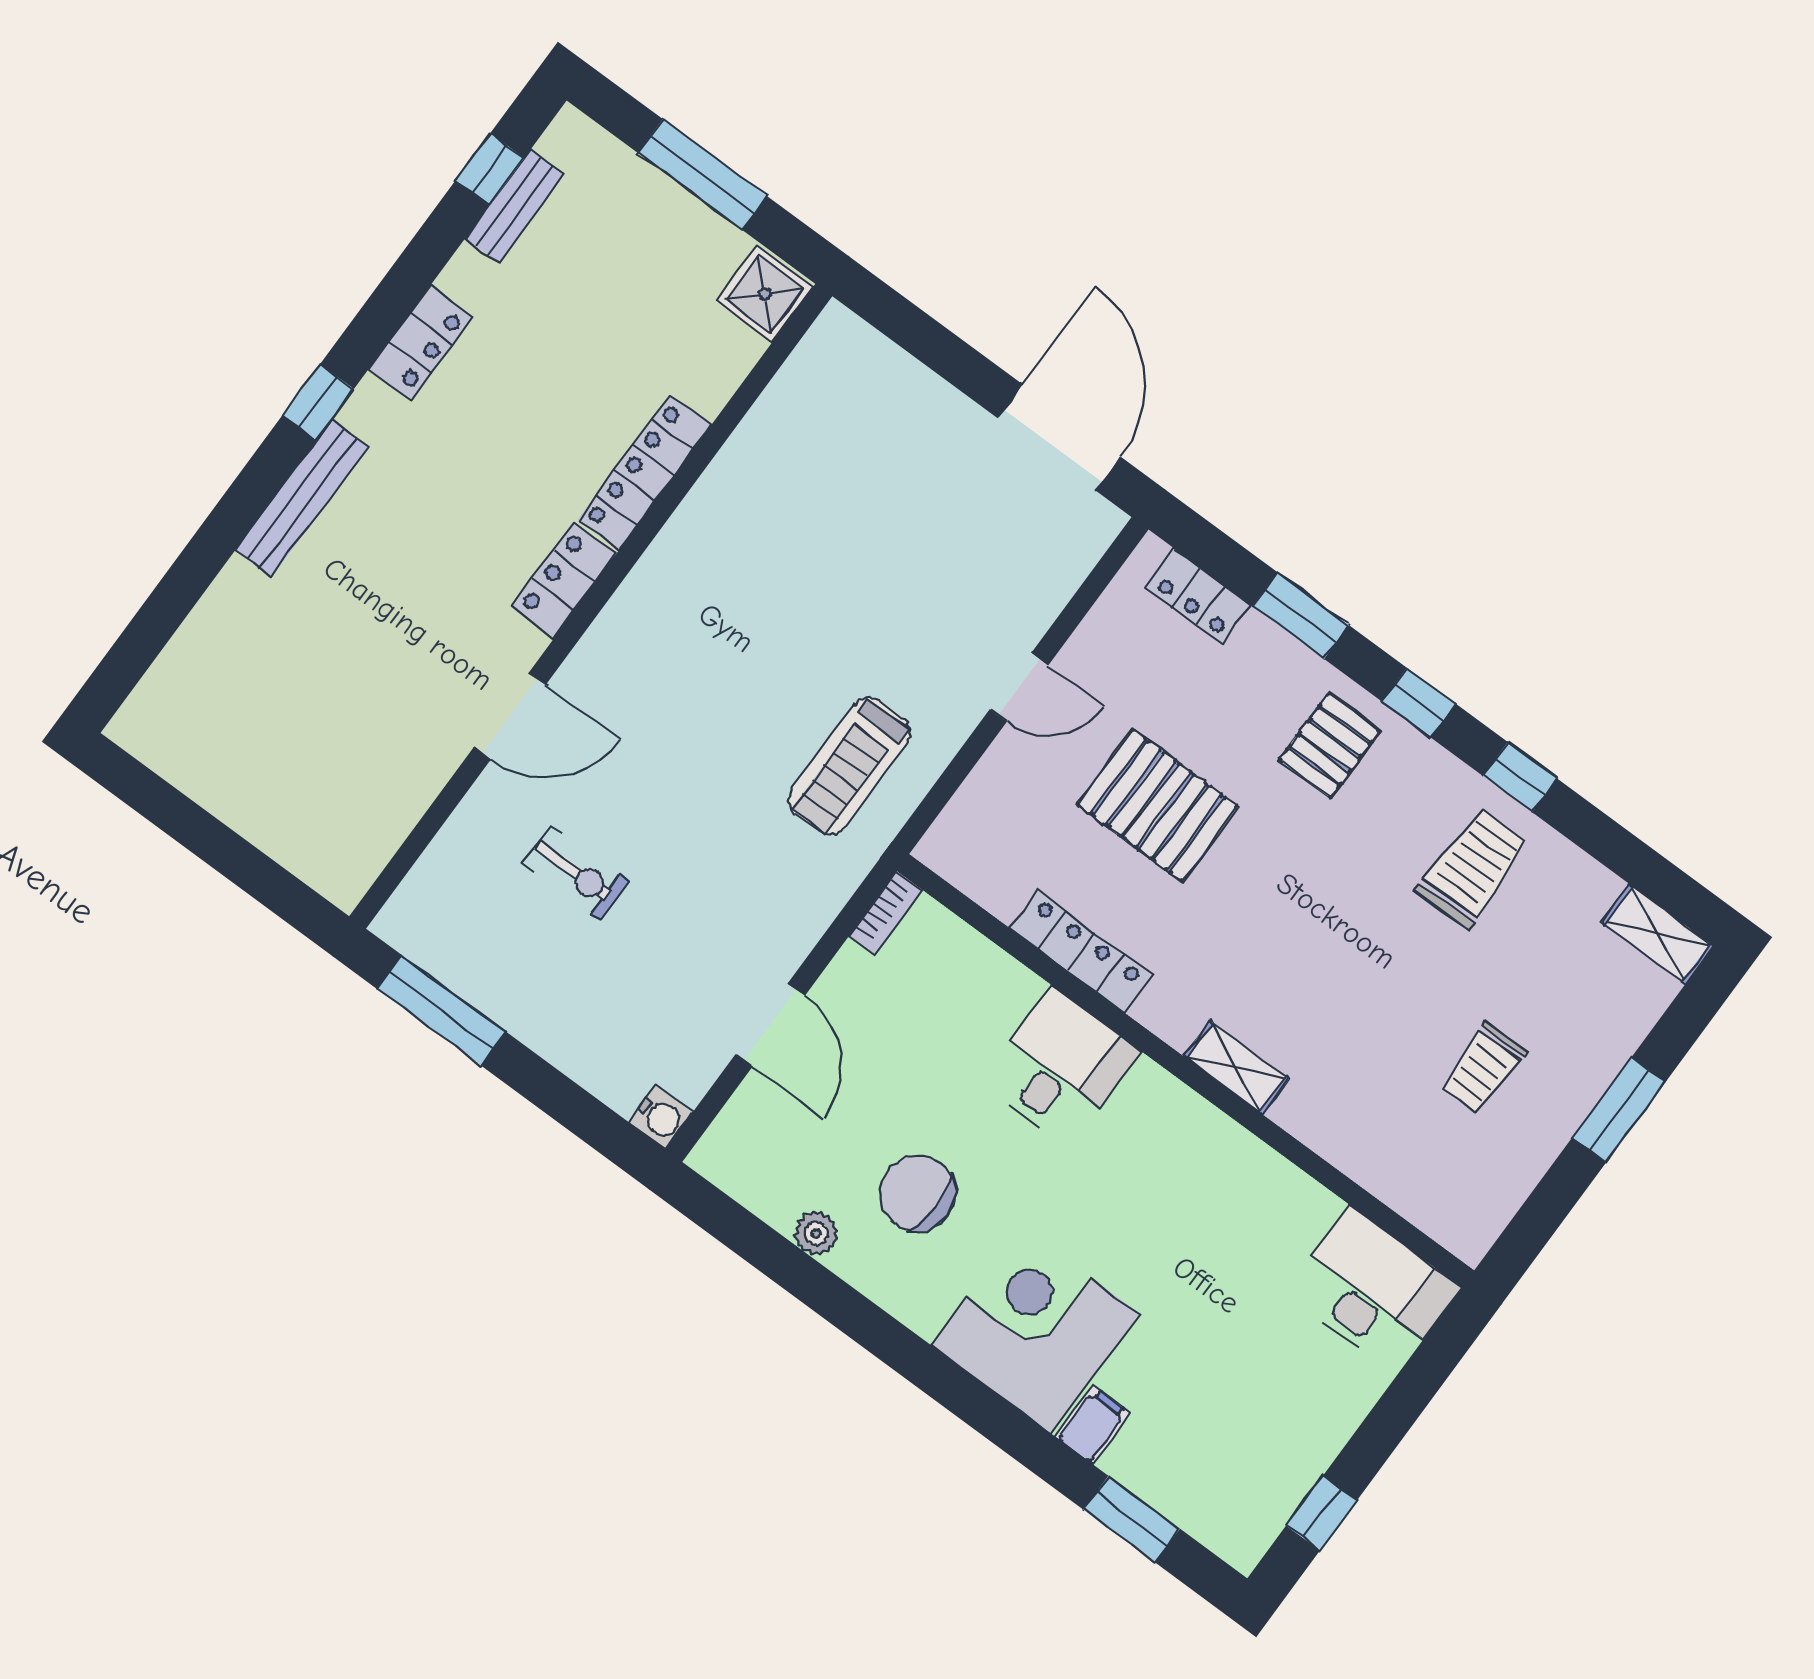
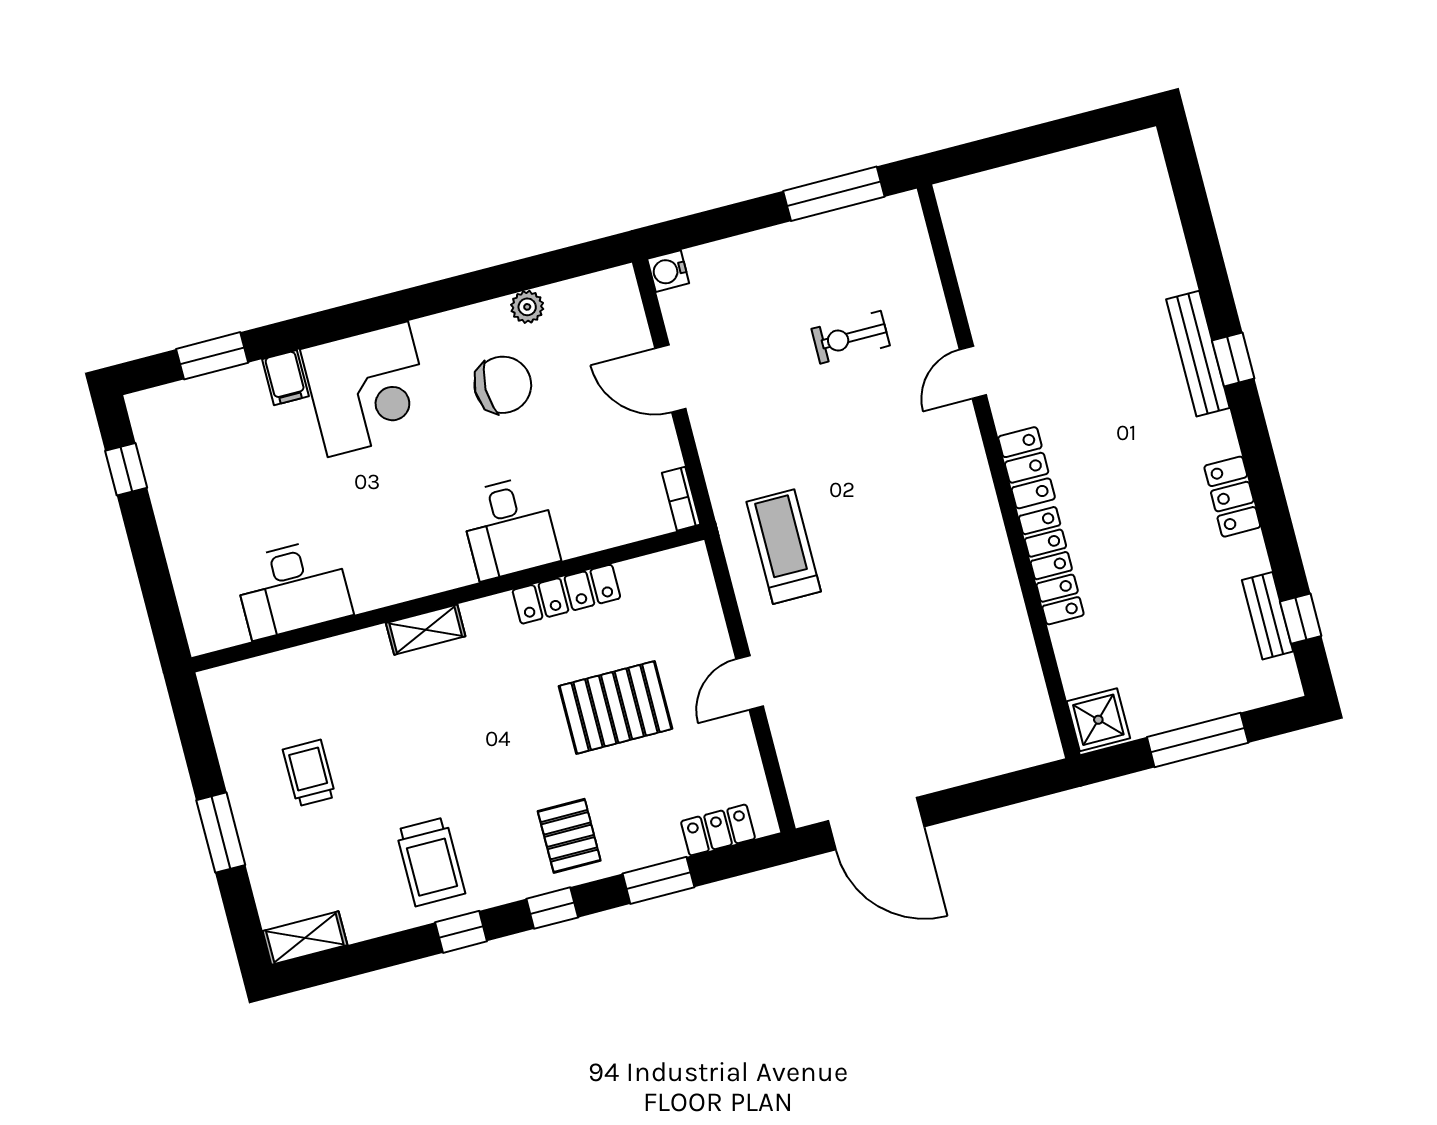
window: (318, 402) -> (1233, 360), moved
door: (510, 716) -> (973, 372), width x0.73
desk: (1373, 1290) -> (293, 588), moved

